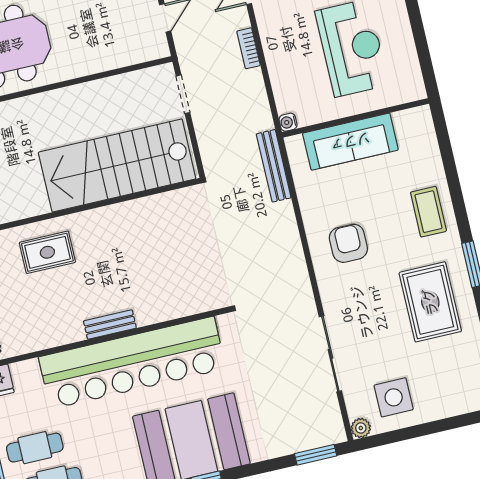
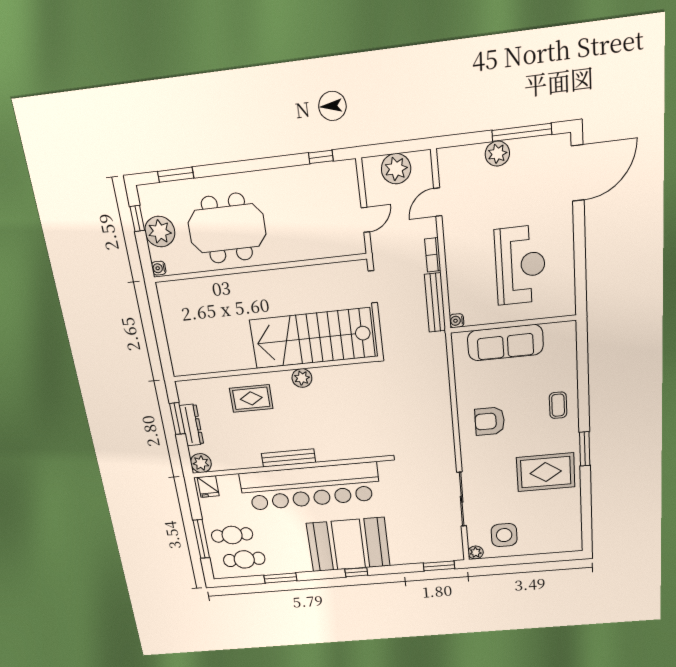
bench: (274, 166) -> (435, 303), moved
coffee table: (428, 212) -> (558, 405), width x0.73, depth x0.77
plant: (109, 217) -> (302, 378), added
armchair: (348, 243) -> (490, 421), turned -90
rug: (430, 302) -> (546, 472), turned 90
bench: (110, 325) -> (288, 458), width x1.36

